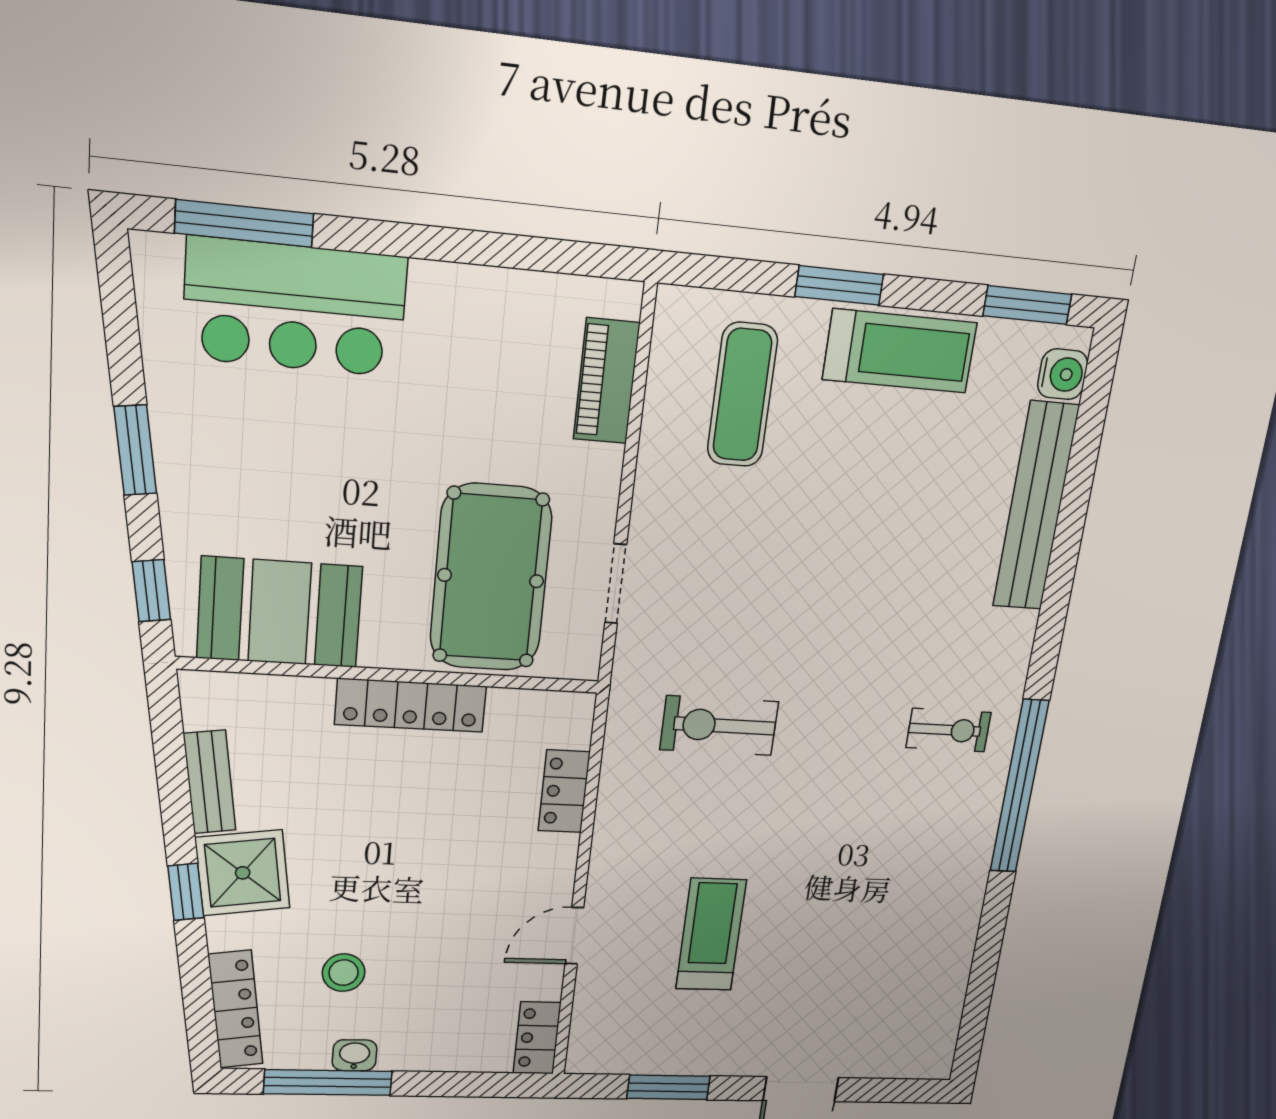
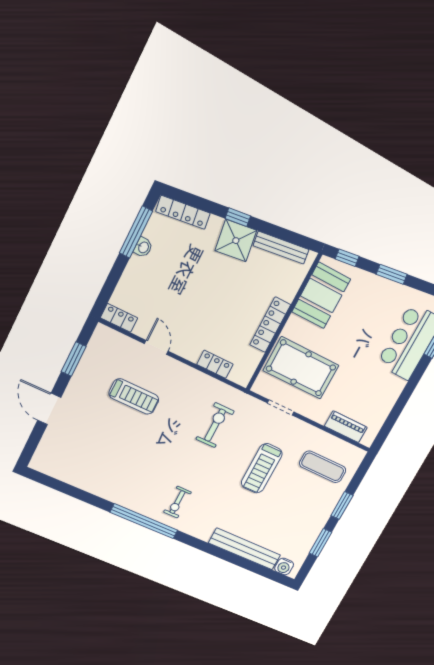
window: (1027, 305) -> (320, 543), moved
treadmill: (900, 351) -> (262, 468), moved
bench: (210, 782) -> (281, 248), width x1.36
stool: (344, 973) -> (180, 258), removed

